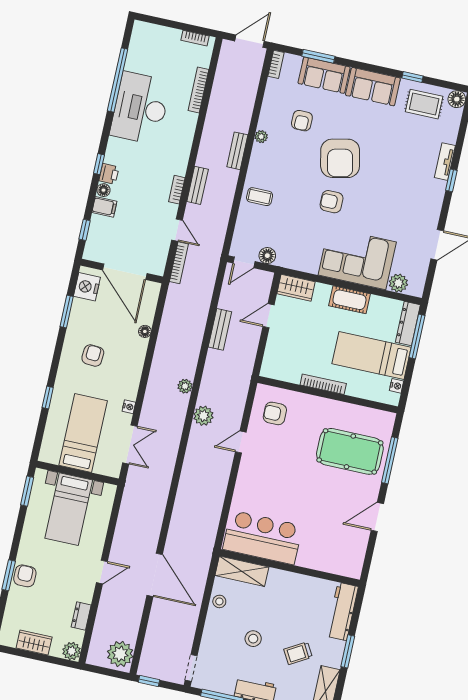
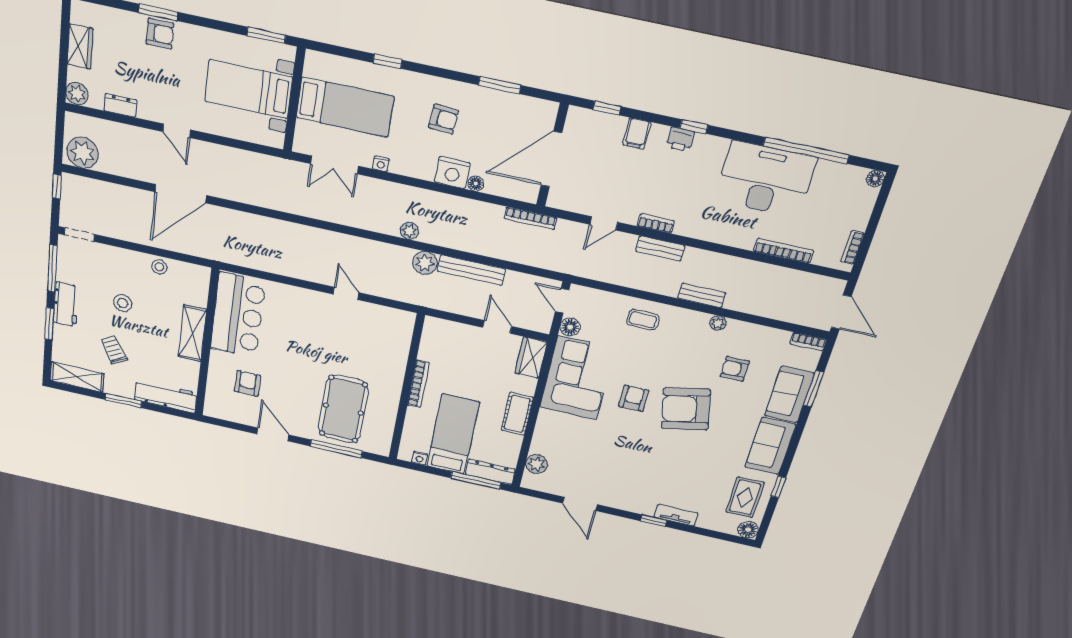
floor lamp: (104, 190) -> (875, 179), moved
coffee table: (260, 197) -> (643, 320), turned 90
corner sofa: (357, 258) -> (577, 378), moved
bookcase: (179, 263) -> (530, 218), moved
nightstand: (87, 287) -> (452, 173), moved, turned 180
bench: (220, 329) -> (471, 270), width x1.36
armchair: (275, 413) -> (247, 383), moved
plant: (203, 416) -> (425, 263), moved
shelving: (242, 571) -> (192, 333), moved

